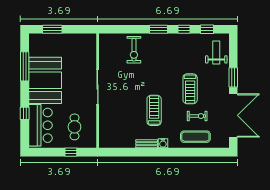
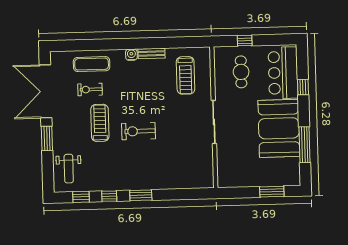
exercise bike: (134, 50) -> (138, 131), moved, turned -90
treadmill: (154, 110) -> (186, 75), moved

